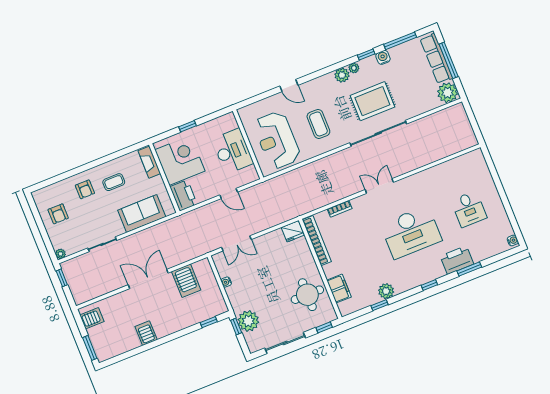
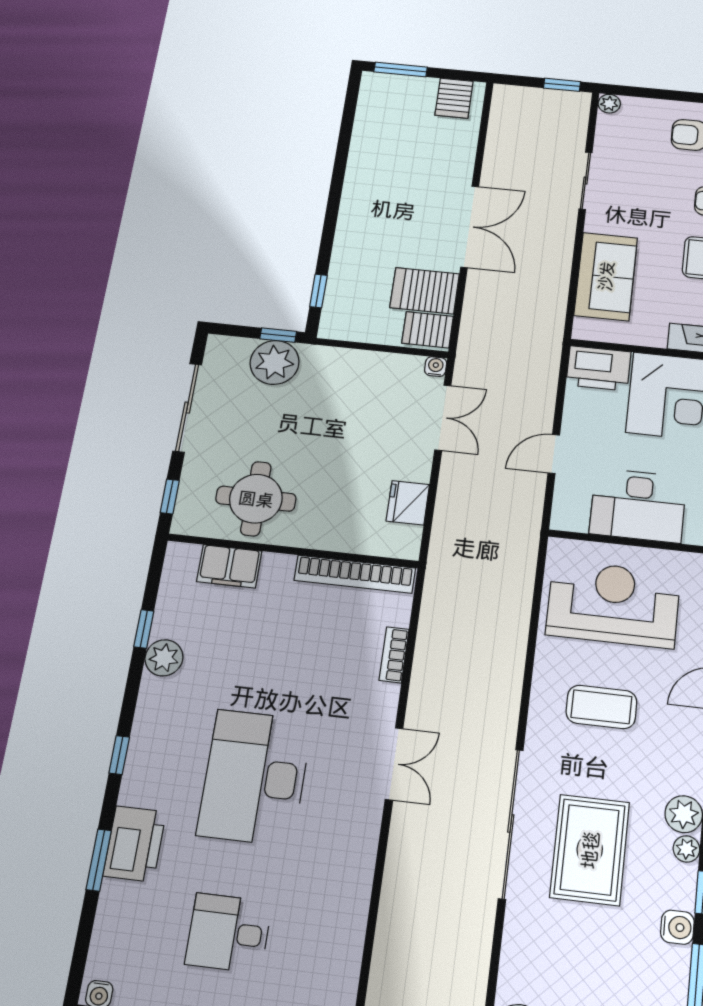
fridge: (293, 231) -> (408, 503), moved
double door: (236, 243) -> (443, 418), swing flipped
water cooler: (226, 282) -> (436, 367), moved
server rack: (146, 333) -> (428, 330), moved, turned 180

